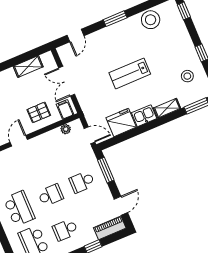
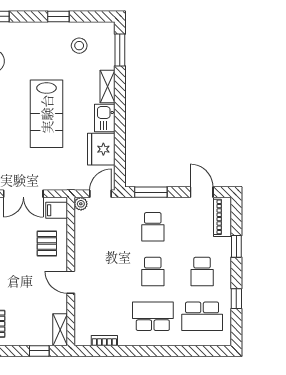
lab bench: (130, 73) -> (47, 114), width x1.36, depth x1.39
plant: (66, 129) -> (81, 204), moved
school desk: (51, 195) -> (153, 272), turned 180

